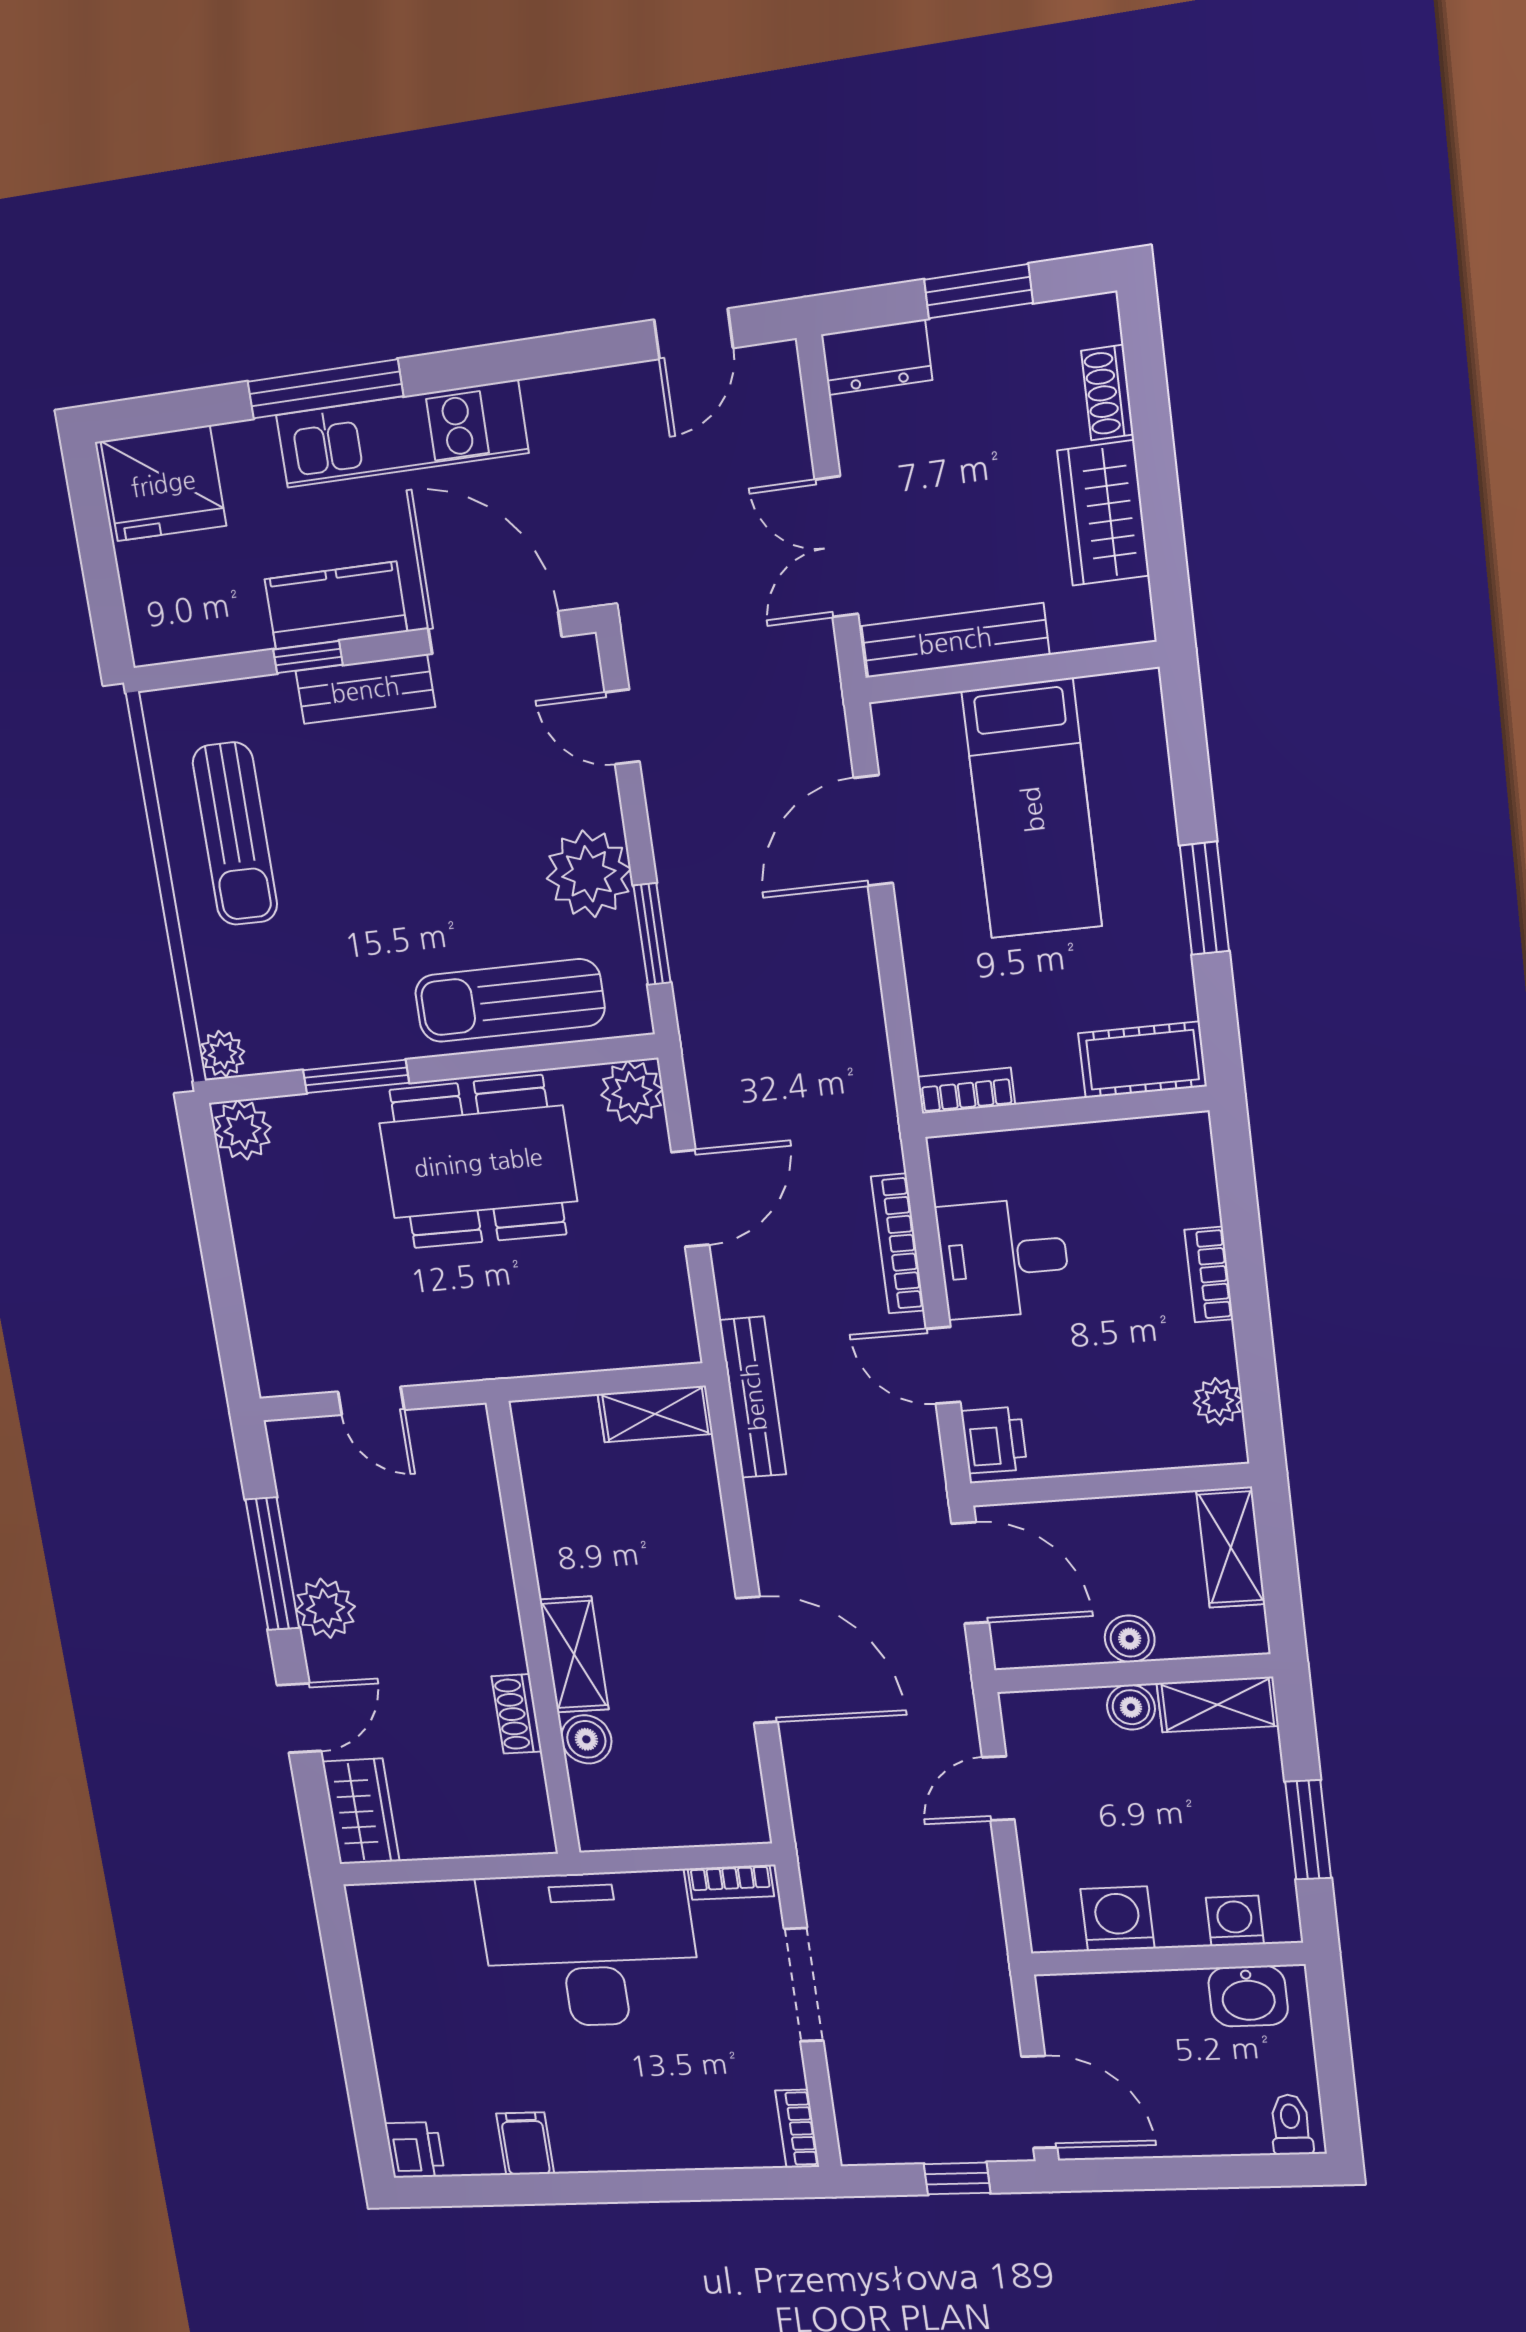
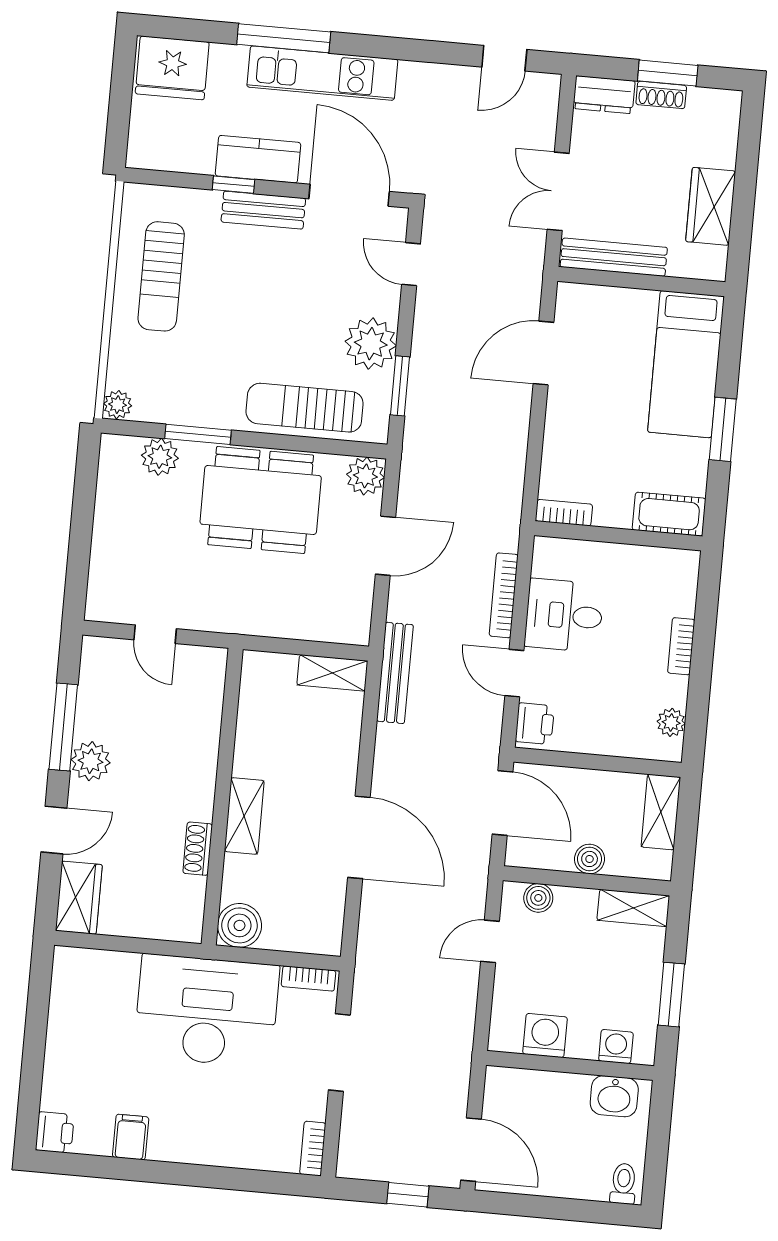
shoe rack: (1107, 393) -> (661, 95), moved, turned -90
bed: (1032, 809) -> (686, 364), moved
plant: (242, 1130) -> (160, 457), moved
boiler: (1131, 1707) -> (538, 898), moved
boiler: (586, 1739) -> (239, 925), moved, width x1.36, depth x1.36

